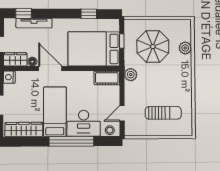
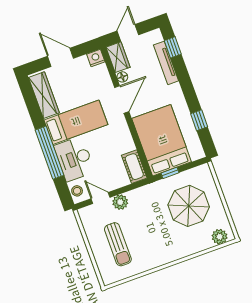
window: (122, 41) -> (170, 173), moved
plant: (185, 48) -> (220, 237), moved
plant: (131, 75) -> (120, 202), moved

